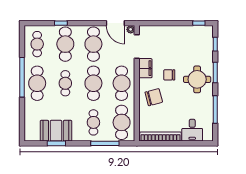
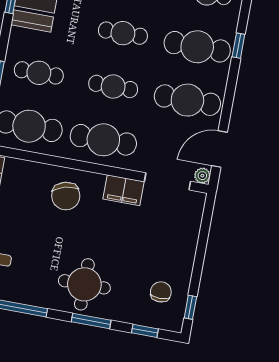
chair: (169, 75) -> (161, 292), moved
cafe table: (93, 83) -> (113, 86), width x0.73, depth x0.74

